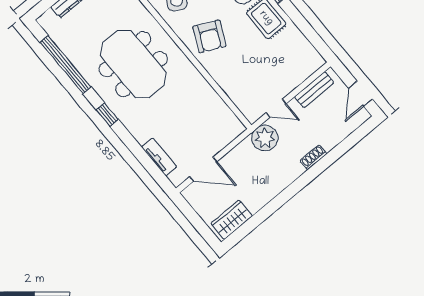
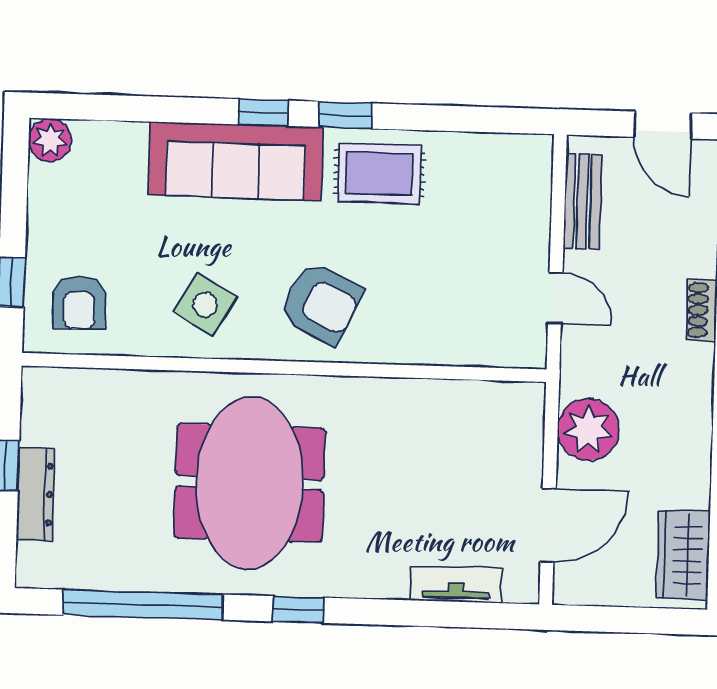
meeting table: (133, 64) -> (250, 483), turned 90
door: (276, 108) -> (555, 298), hinge flipped
plant: (265, 138) -> (588, 429), moved

